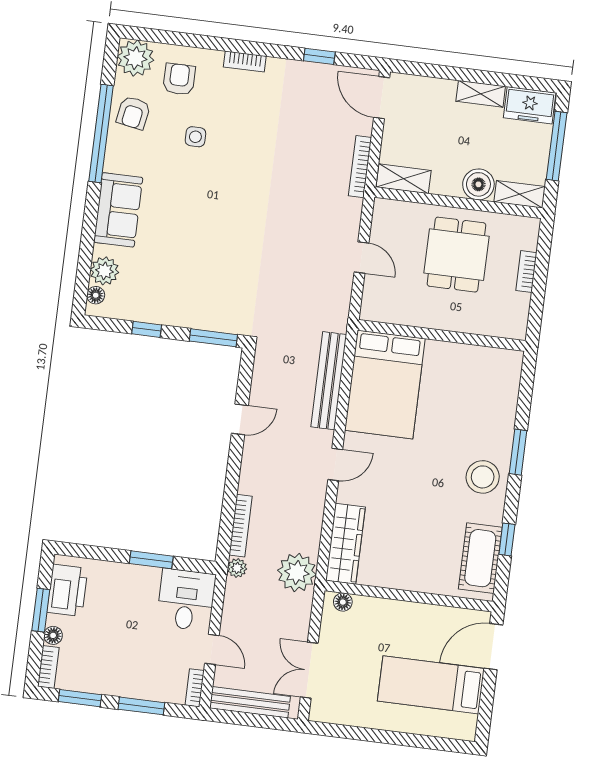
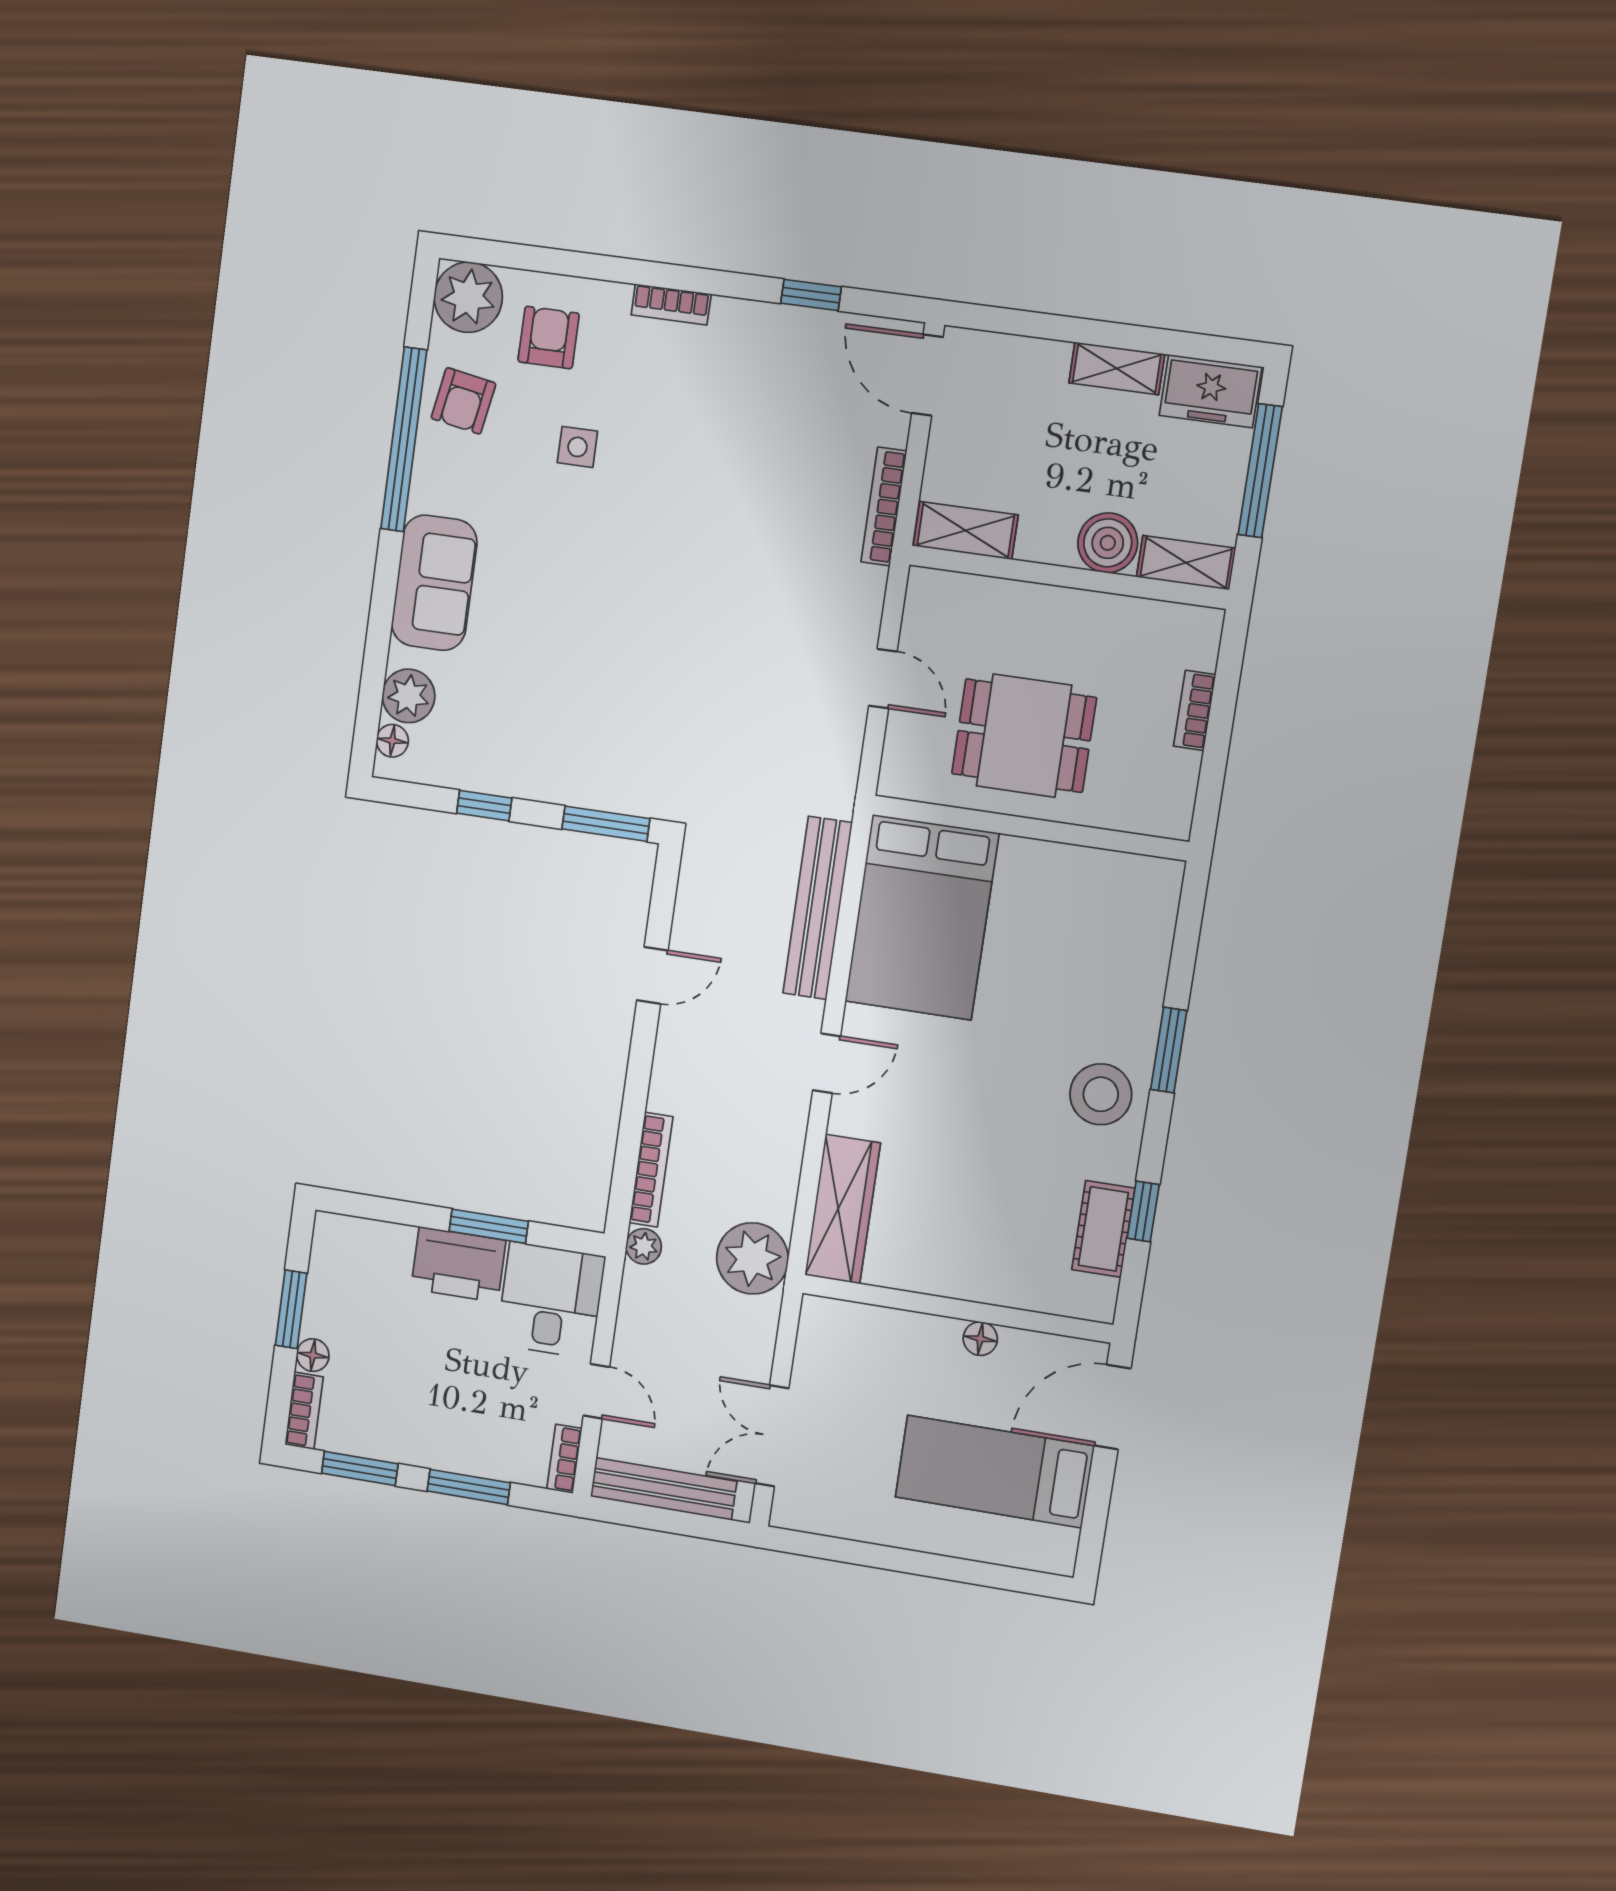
dining table: (456, 255) -> (1024, 736), moved, turned 90
cot: (480, 558) -> (1103, 1229), width x0.73, depth x0.75
printer: (67, 590) -> (458, 1265), moved, turned 90
floor lamp: (343, 602) -> (980, 1339), moved

